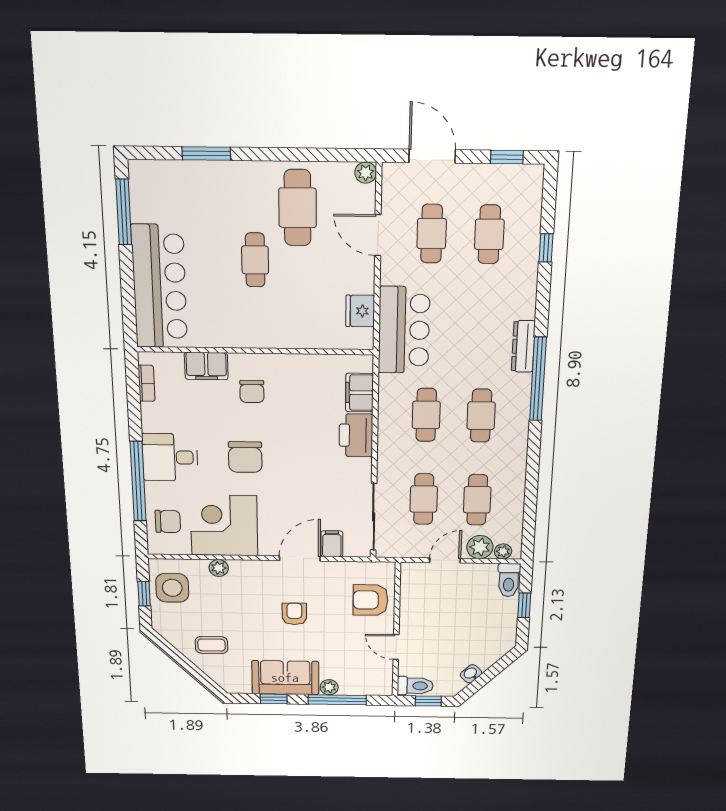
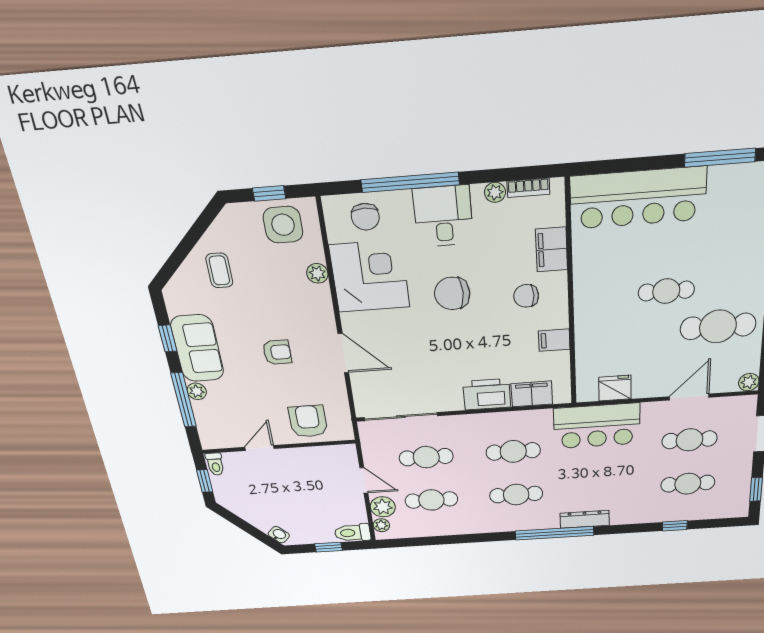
plant: (150, 412) -> (495, 192), added
filing cabinet: (332, 544) -> (554, 340), moved, turned 180
washbasin: (471, 674) -> (279, 535), moved
toilet: (415, 686) -> (215, 464), width x0.73, depth x0.72

